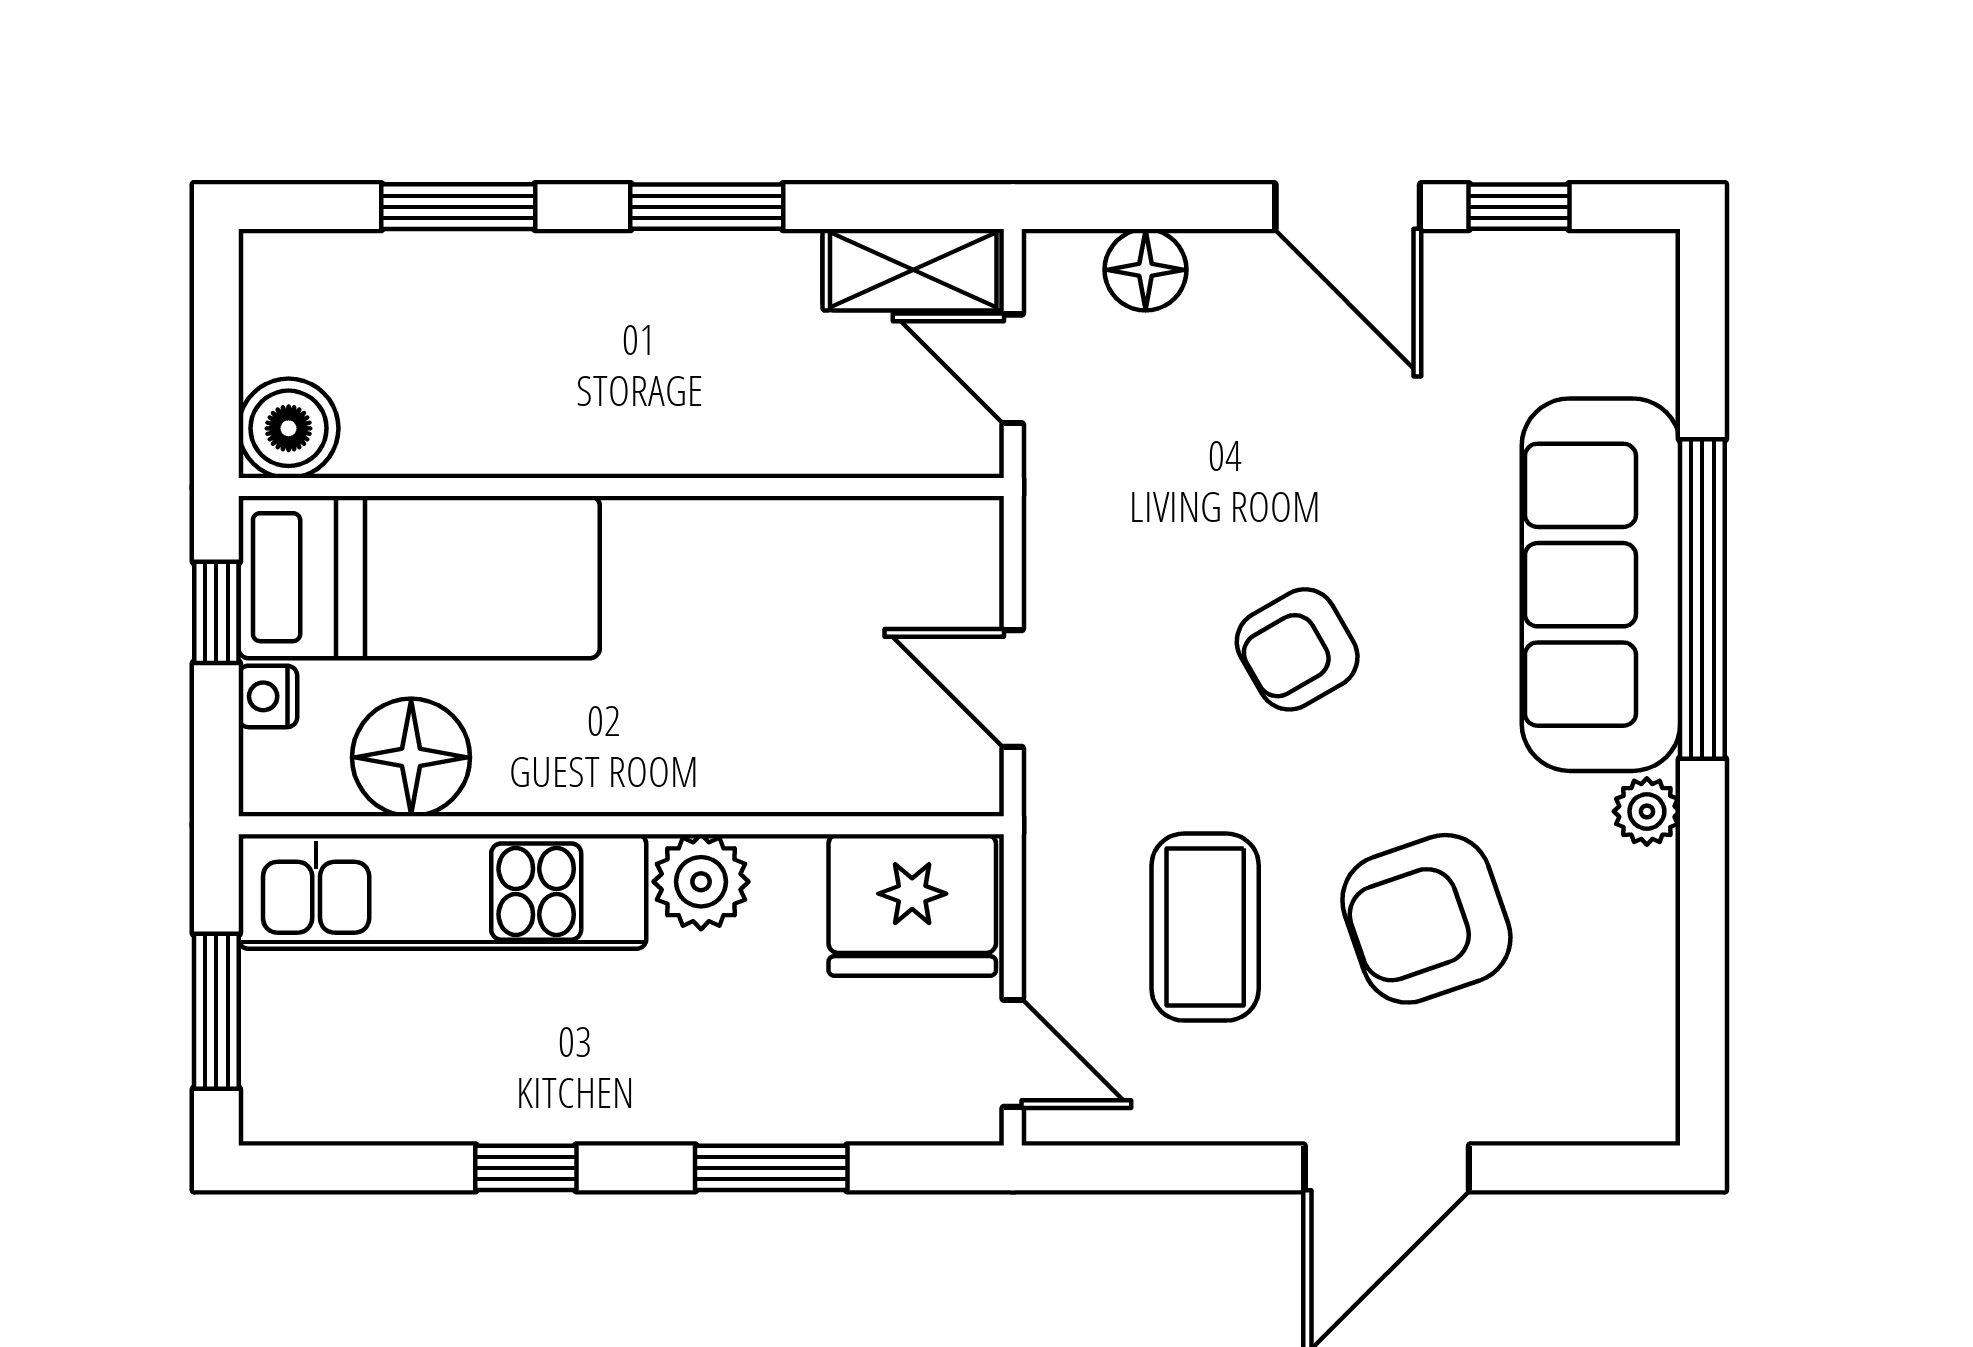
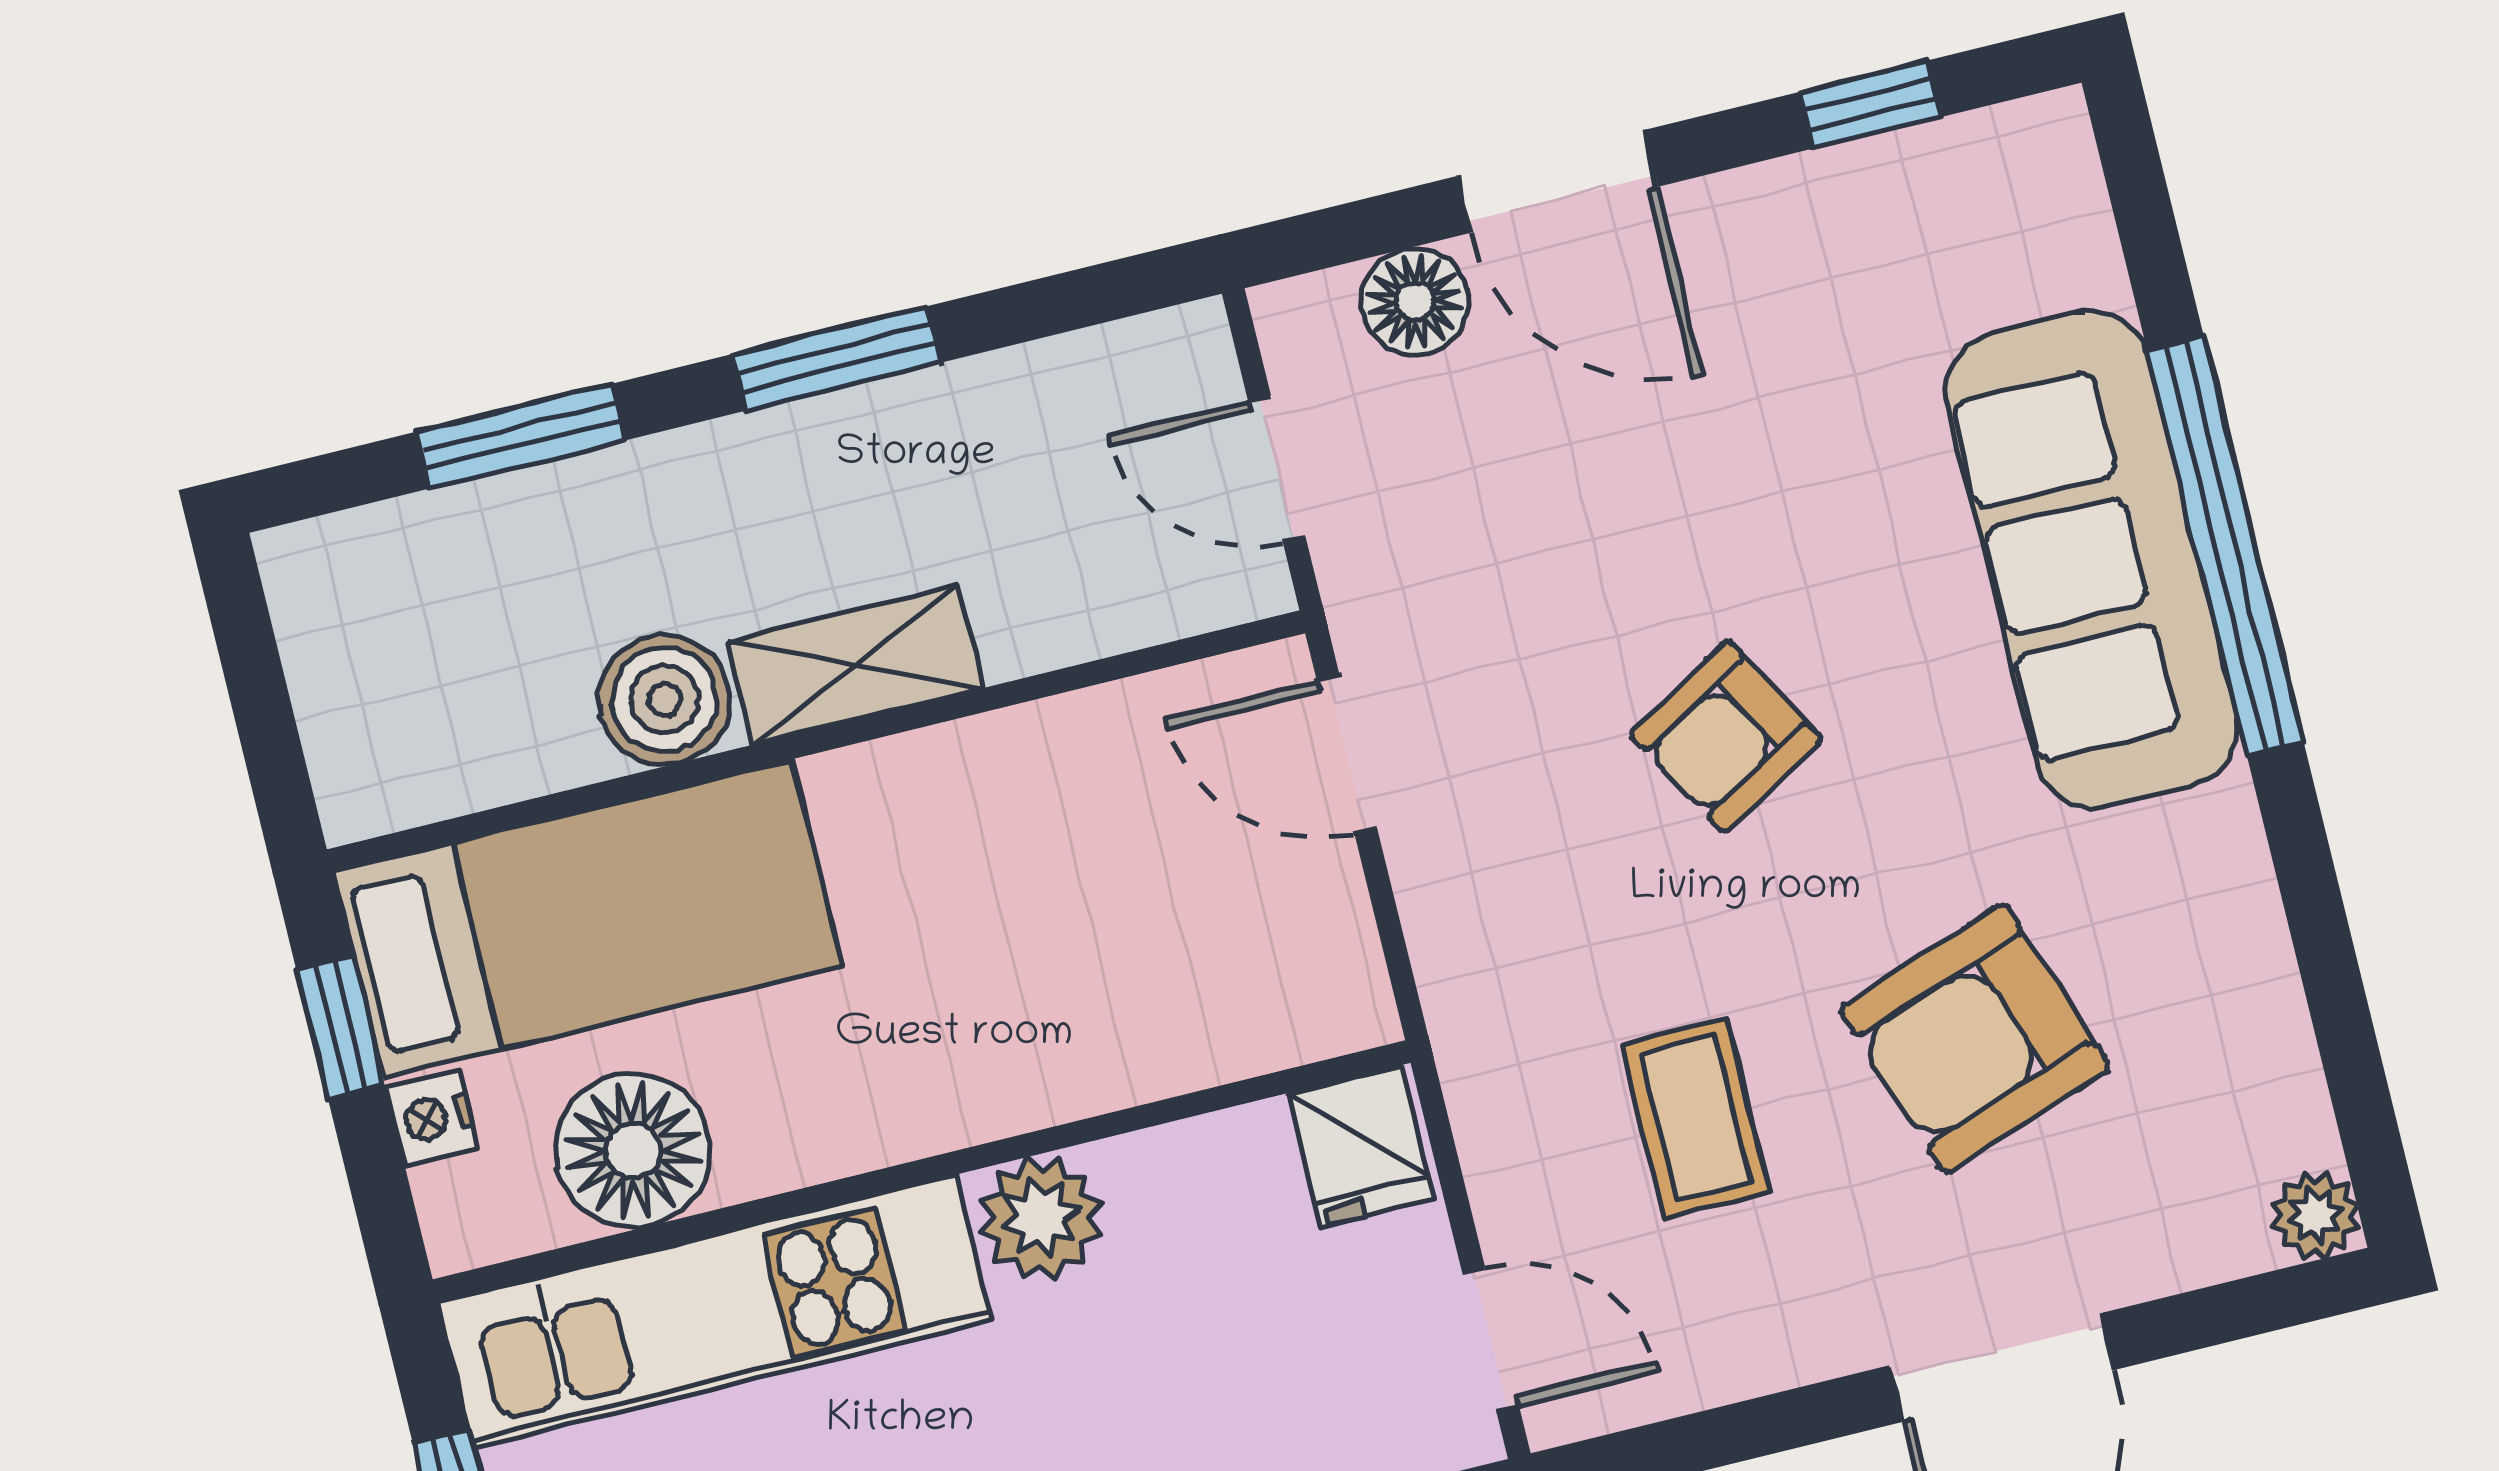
door: (1348, 207) -> (1557, 182), moved
shelving: (913, 270) -> (855, 665), moved
boiler: (289, 428) -> (664, 699), moved
door: (1013, 688) -> (1347, 754), moved
plant: (1647, 811) -> (2315, 1216), moved
fridge: (912, 905) -> (1361, 1147), width x0.53, depth x0.75
coffee table: (1205, 927) -> (1696, 1118), width x0.73, depth x0.77

